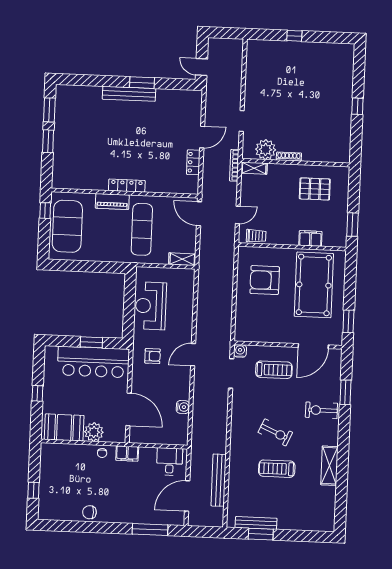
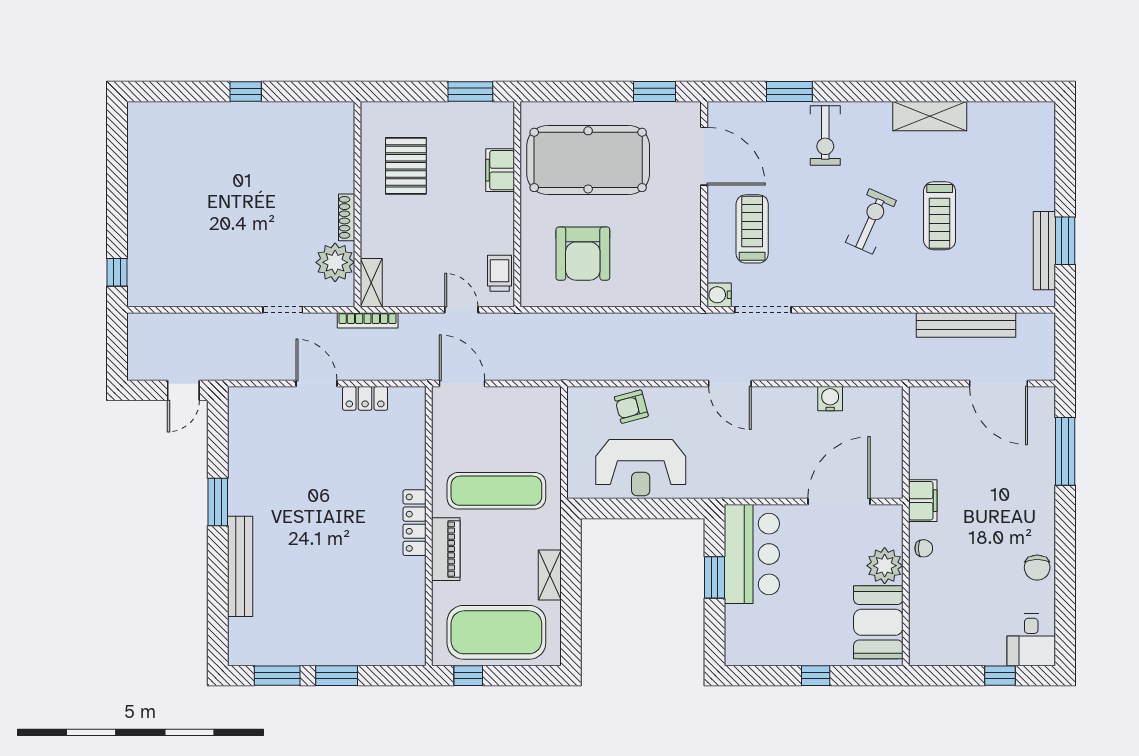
window: (294, 36) -> (117, 272), moved
bench: (129, 94) -> (240, 566), moved
door: (199, 214) -> (462, 384), swing flipped
shelving: (182, 259) -> (550, 575), moved
armchair: (153, 356) -> (631, 407), moved, turned -105
bar counter: (93, 362) -> (752, 554), width x0.73
desk: (170, 462) -> (1031, 640), moved, turned -90

